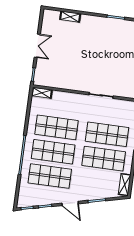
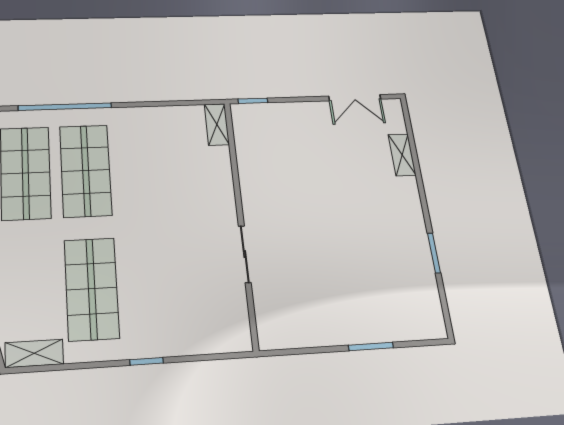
double door: (37, 46) -> (355, 98), moved
shop shelf: (56, 127) -> (145, 168), removed
shop shelf: (107, 134) -> (154, 285), removed

